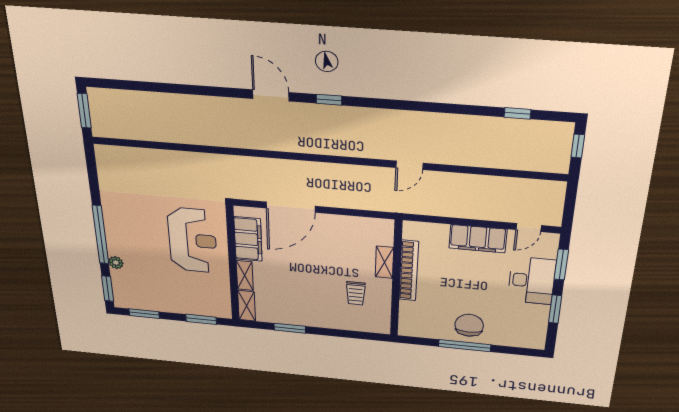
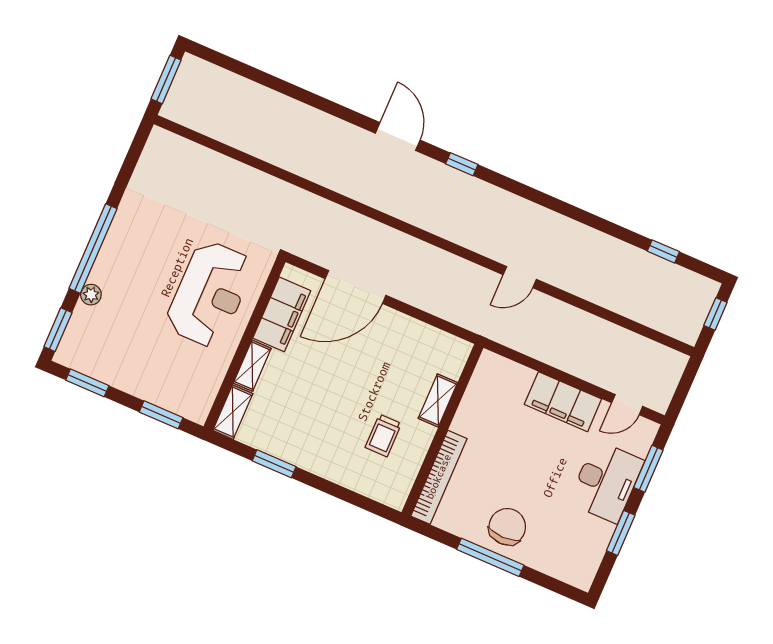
bookcase: (409, 271) -> (439, 477), moved

